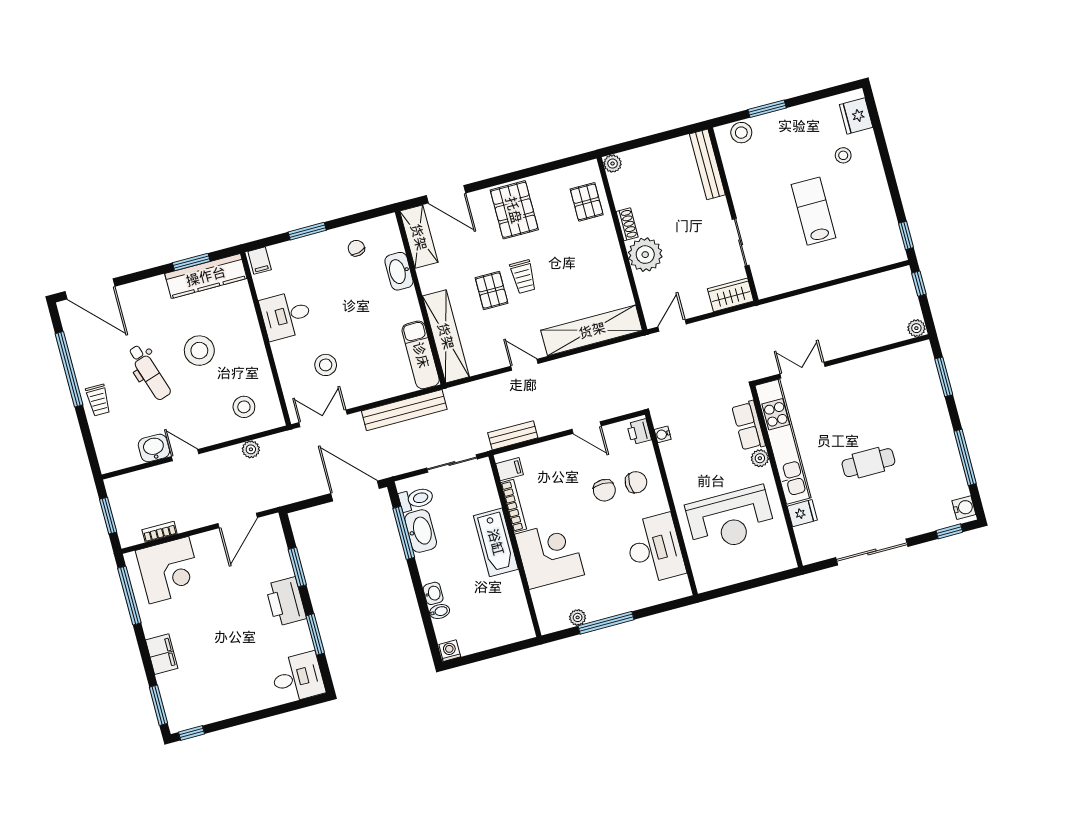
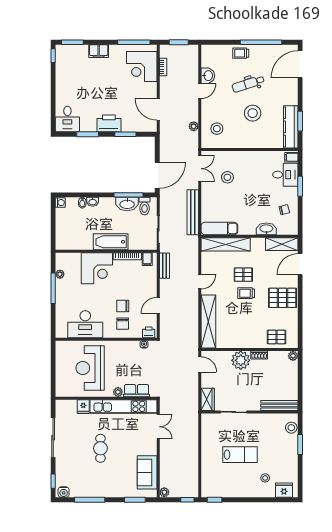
desk: (286, 315) -> (285, 175), moved, turned 90
sofa: (889, 368) -> (147, 472), added

